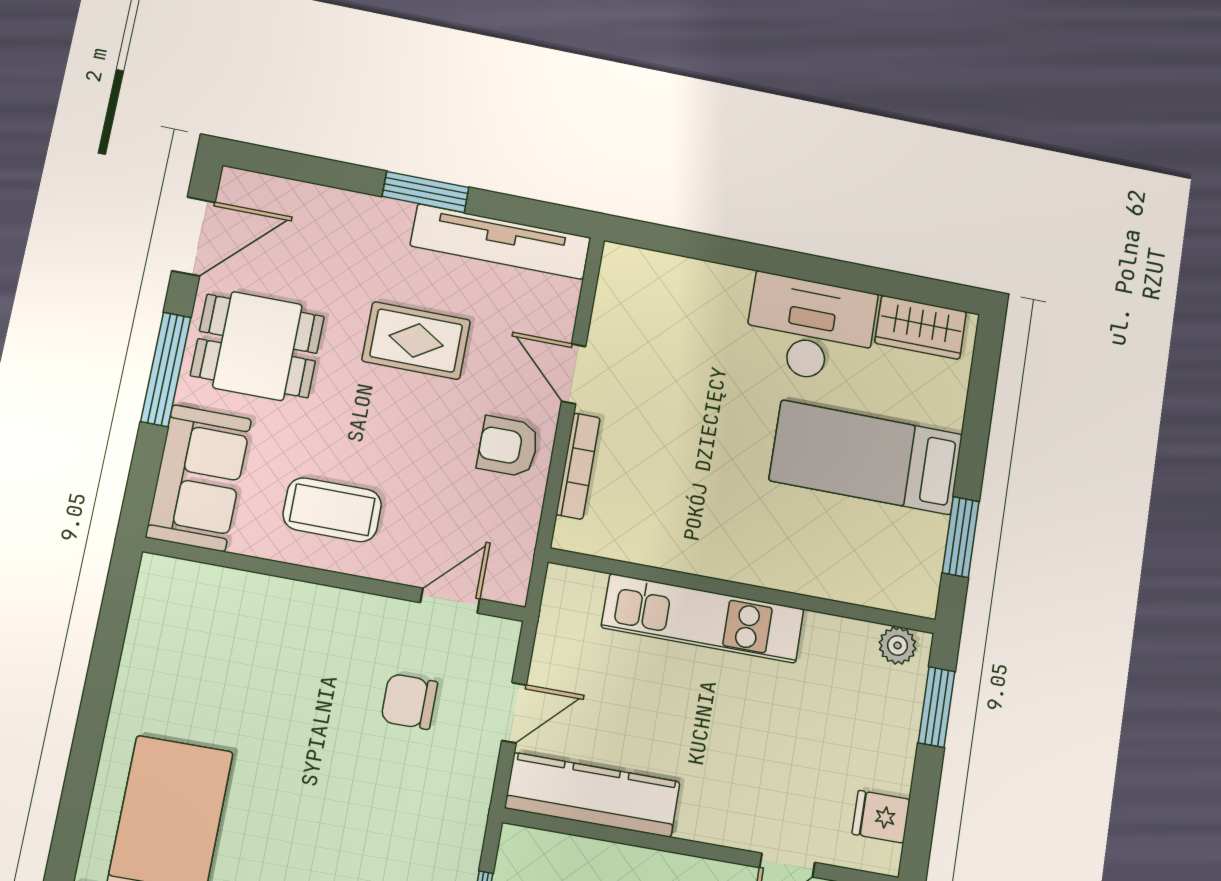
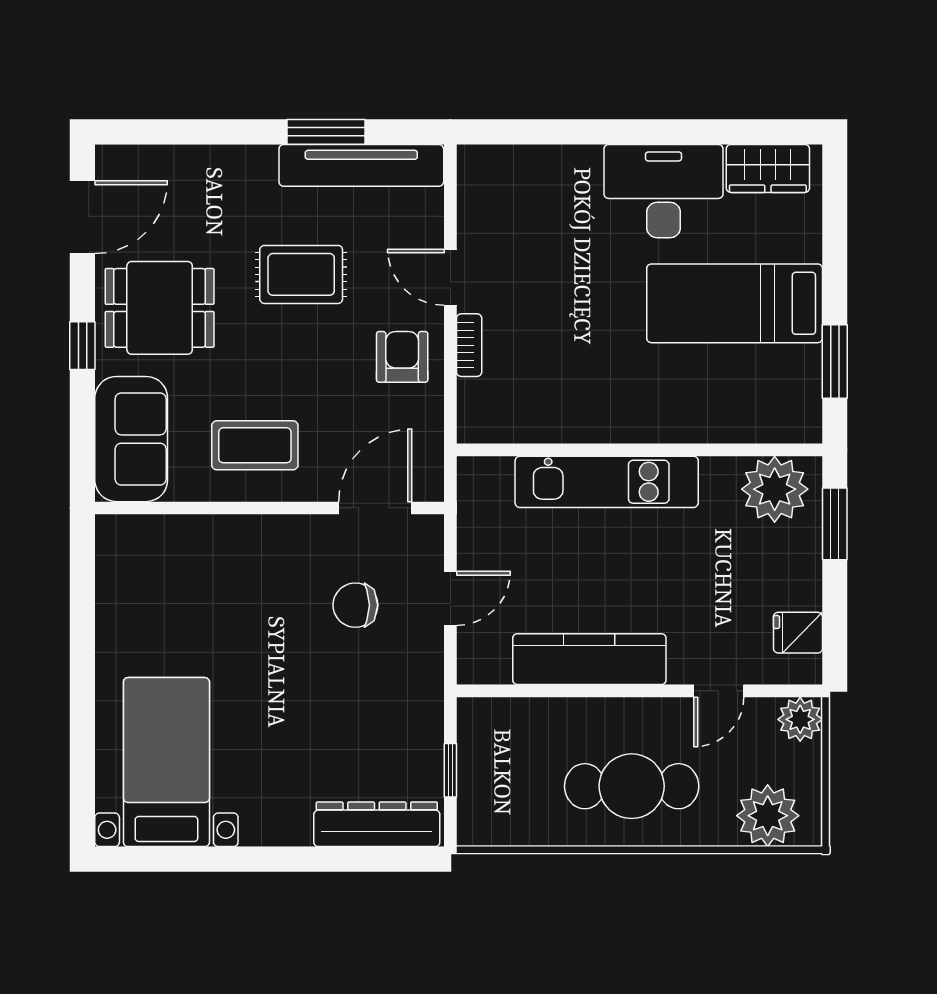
window: (426, 192) -> (326, 132), moved
window: (166, 369) -> (82, 346), width x0.46
armchair: (508, 447) -> (402, 357), turned 90
bookcase: (578, 466) -> (469, 345), width x0.64
door: (450, 601) -> (375, 508), width x1.37
plant: (898, 645) -> (775, 489), width x1.88, depth x1.88
kitchen counter: (593, 795) -> (589, 659), moved

